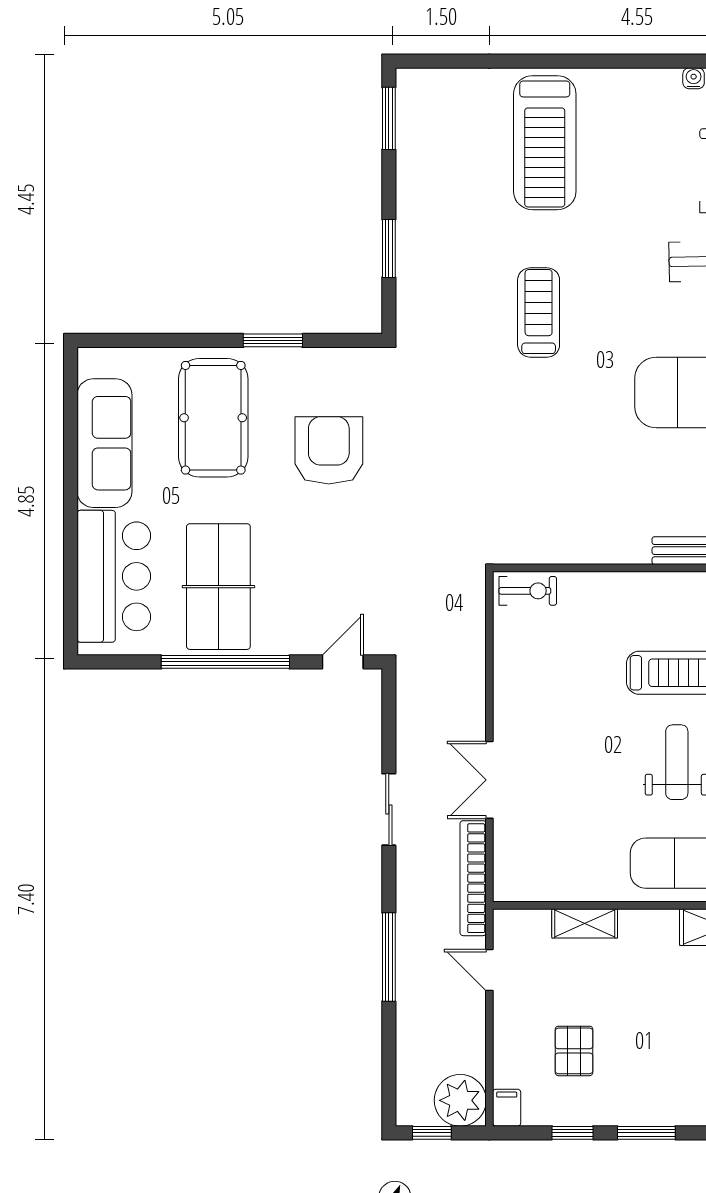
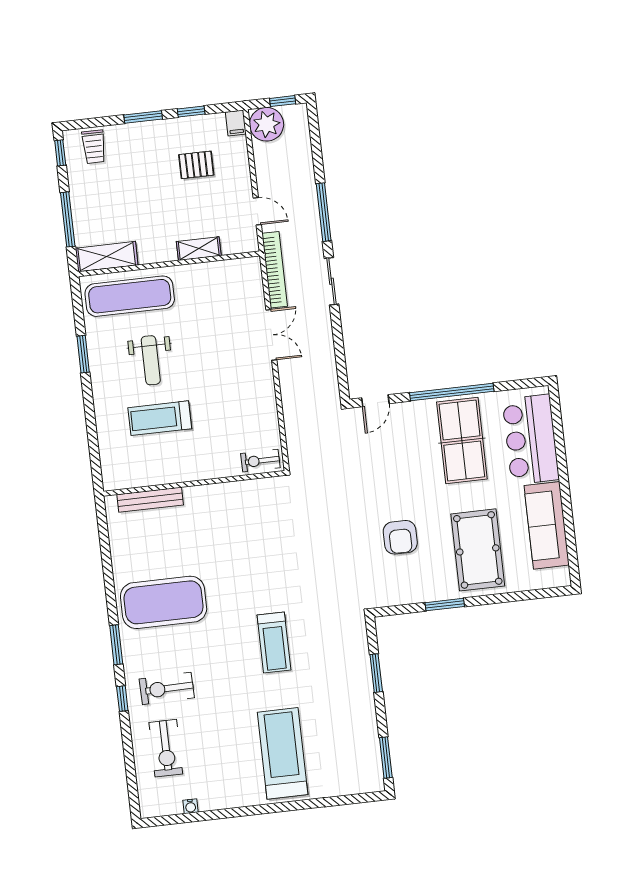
armchair: (329, 450) -> (400, 537), width x0.73, depth x0.73
sliding door: (389, 809) -> (332, 281), moved
pallet: (574, 1051) -> (196, 165), turned 90

